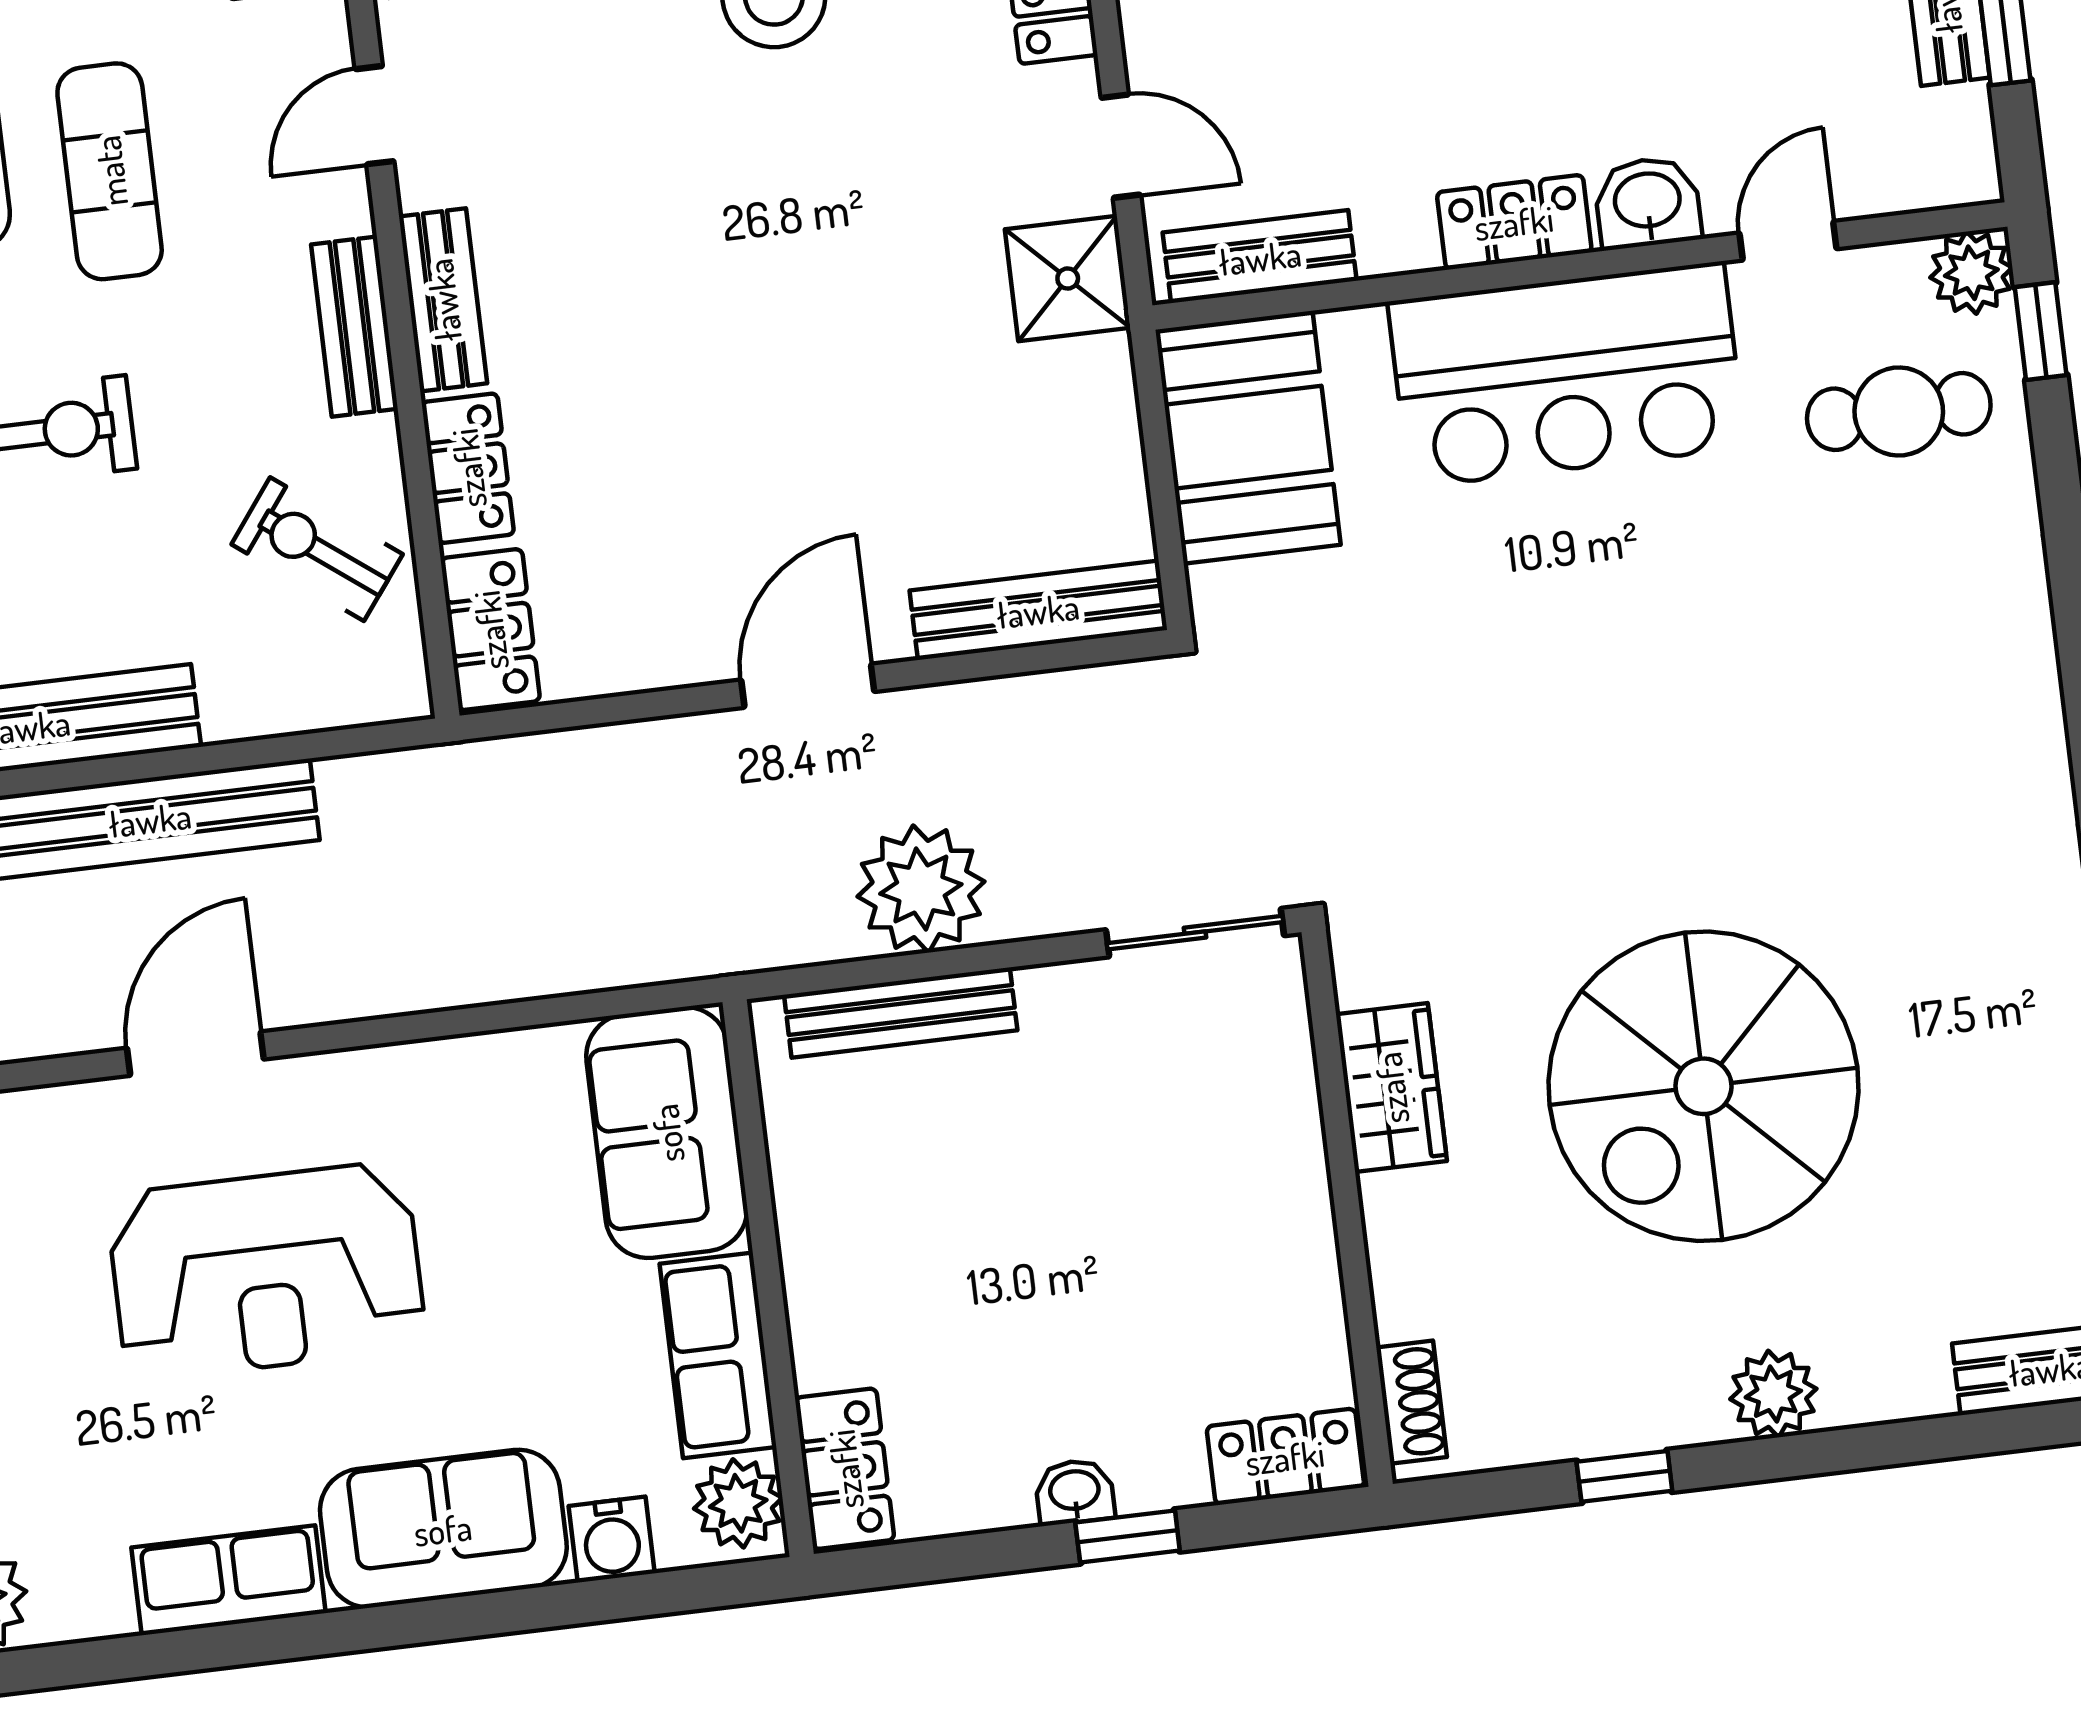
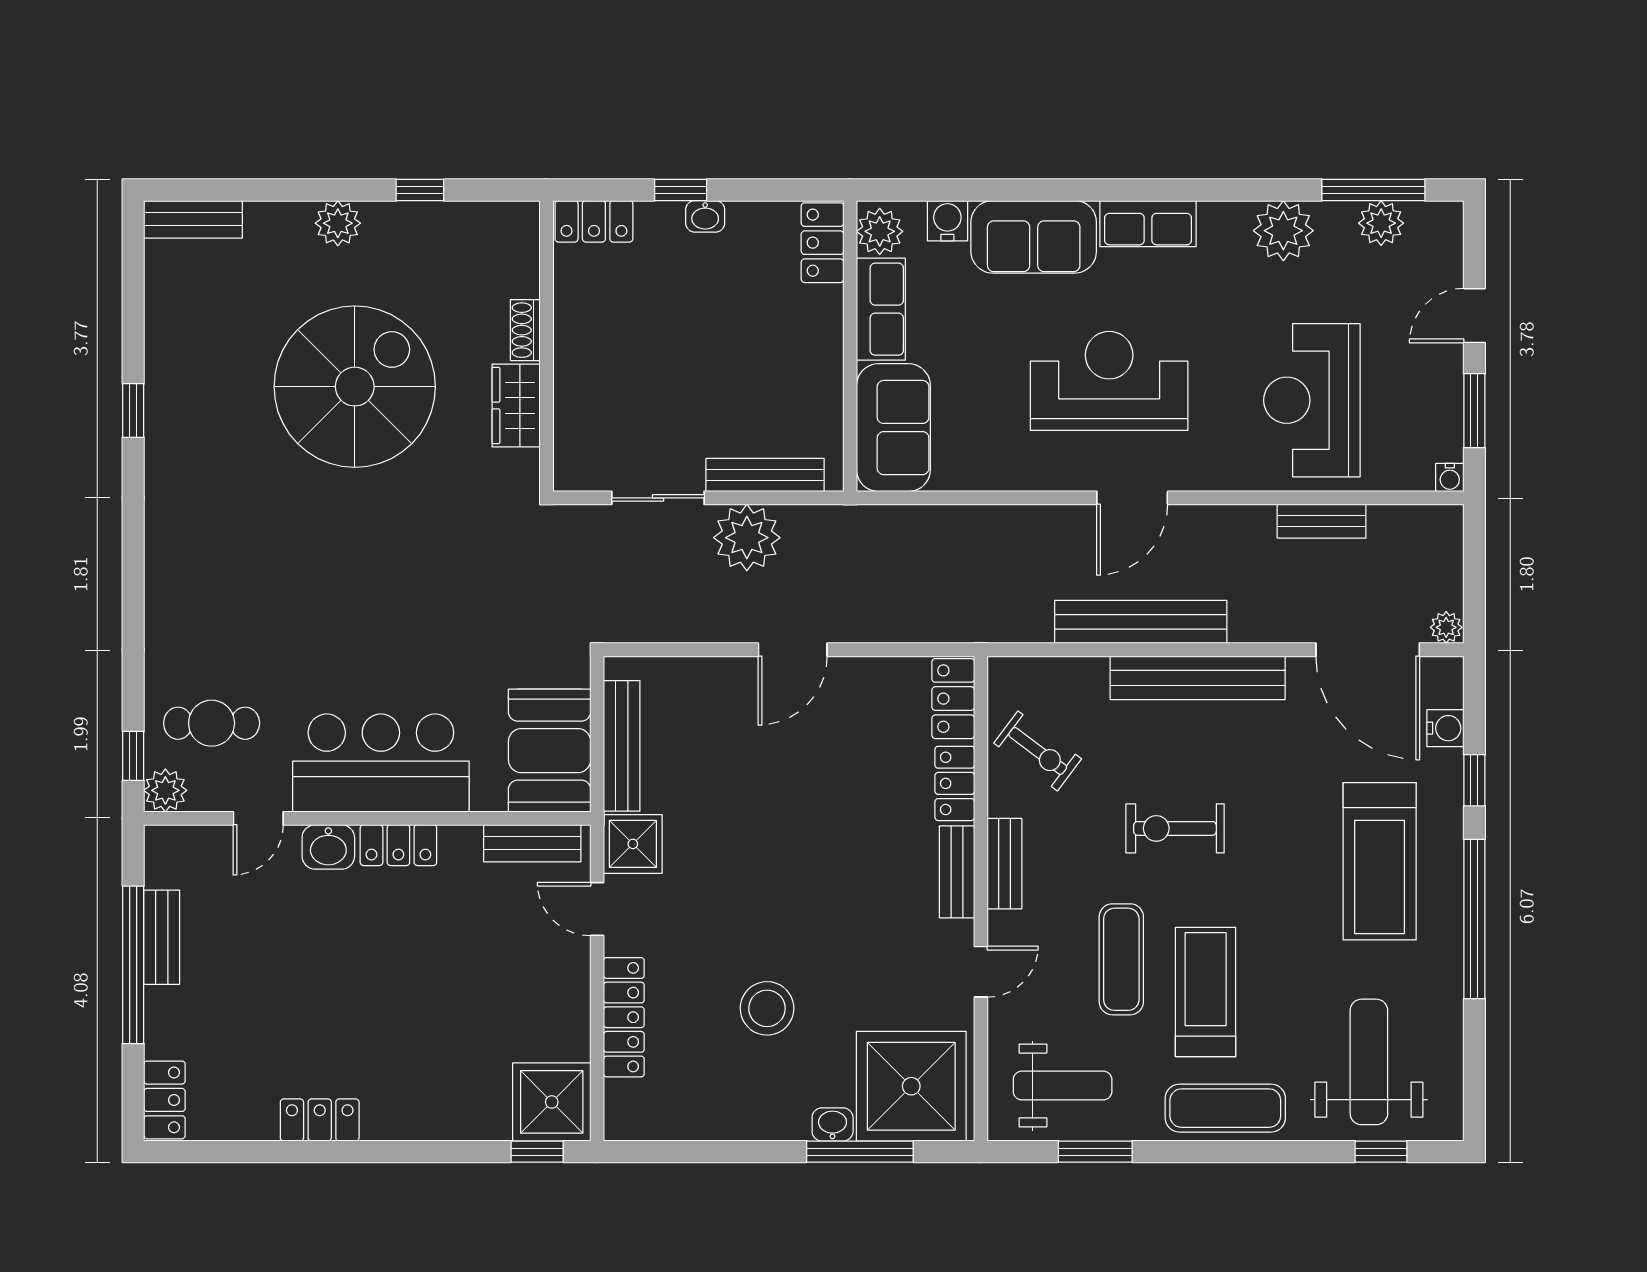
bench: (1038, 610) -> (622, 746), moved, turned 90
sliding door: (1195, 933) -> (658, 498), moved
shoe rack: (1412, 1402) -> (525, 330), moved

